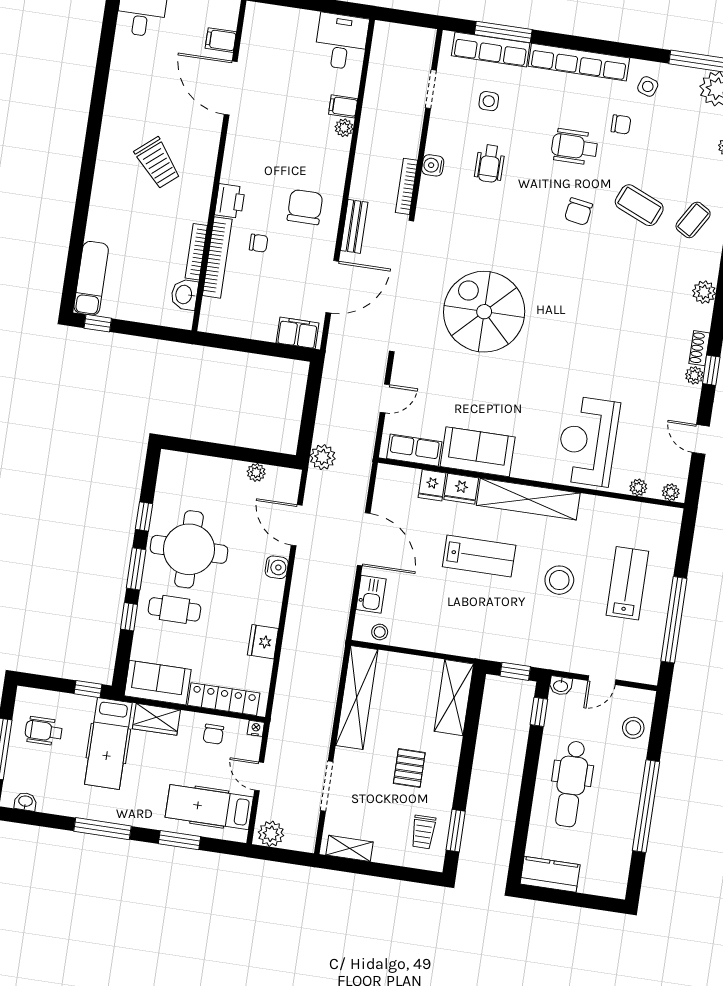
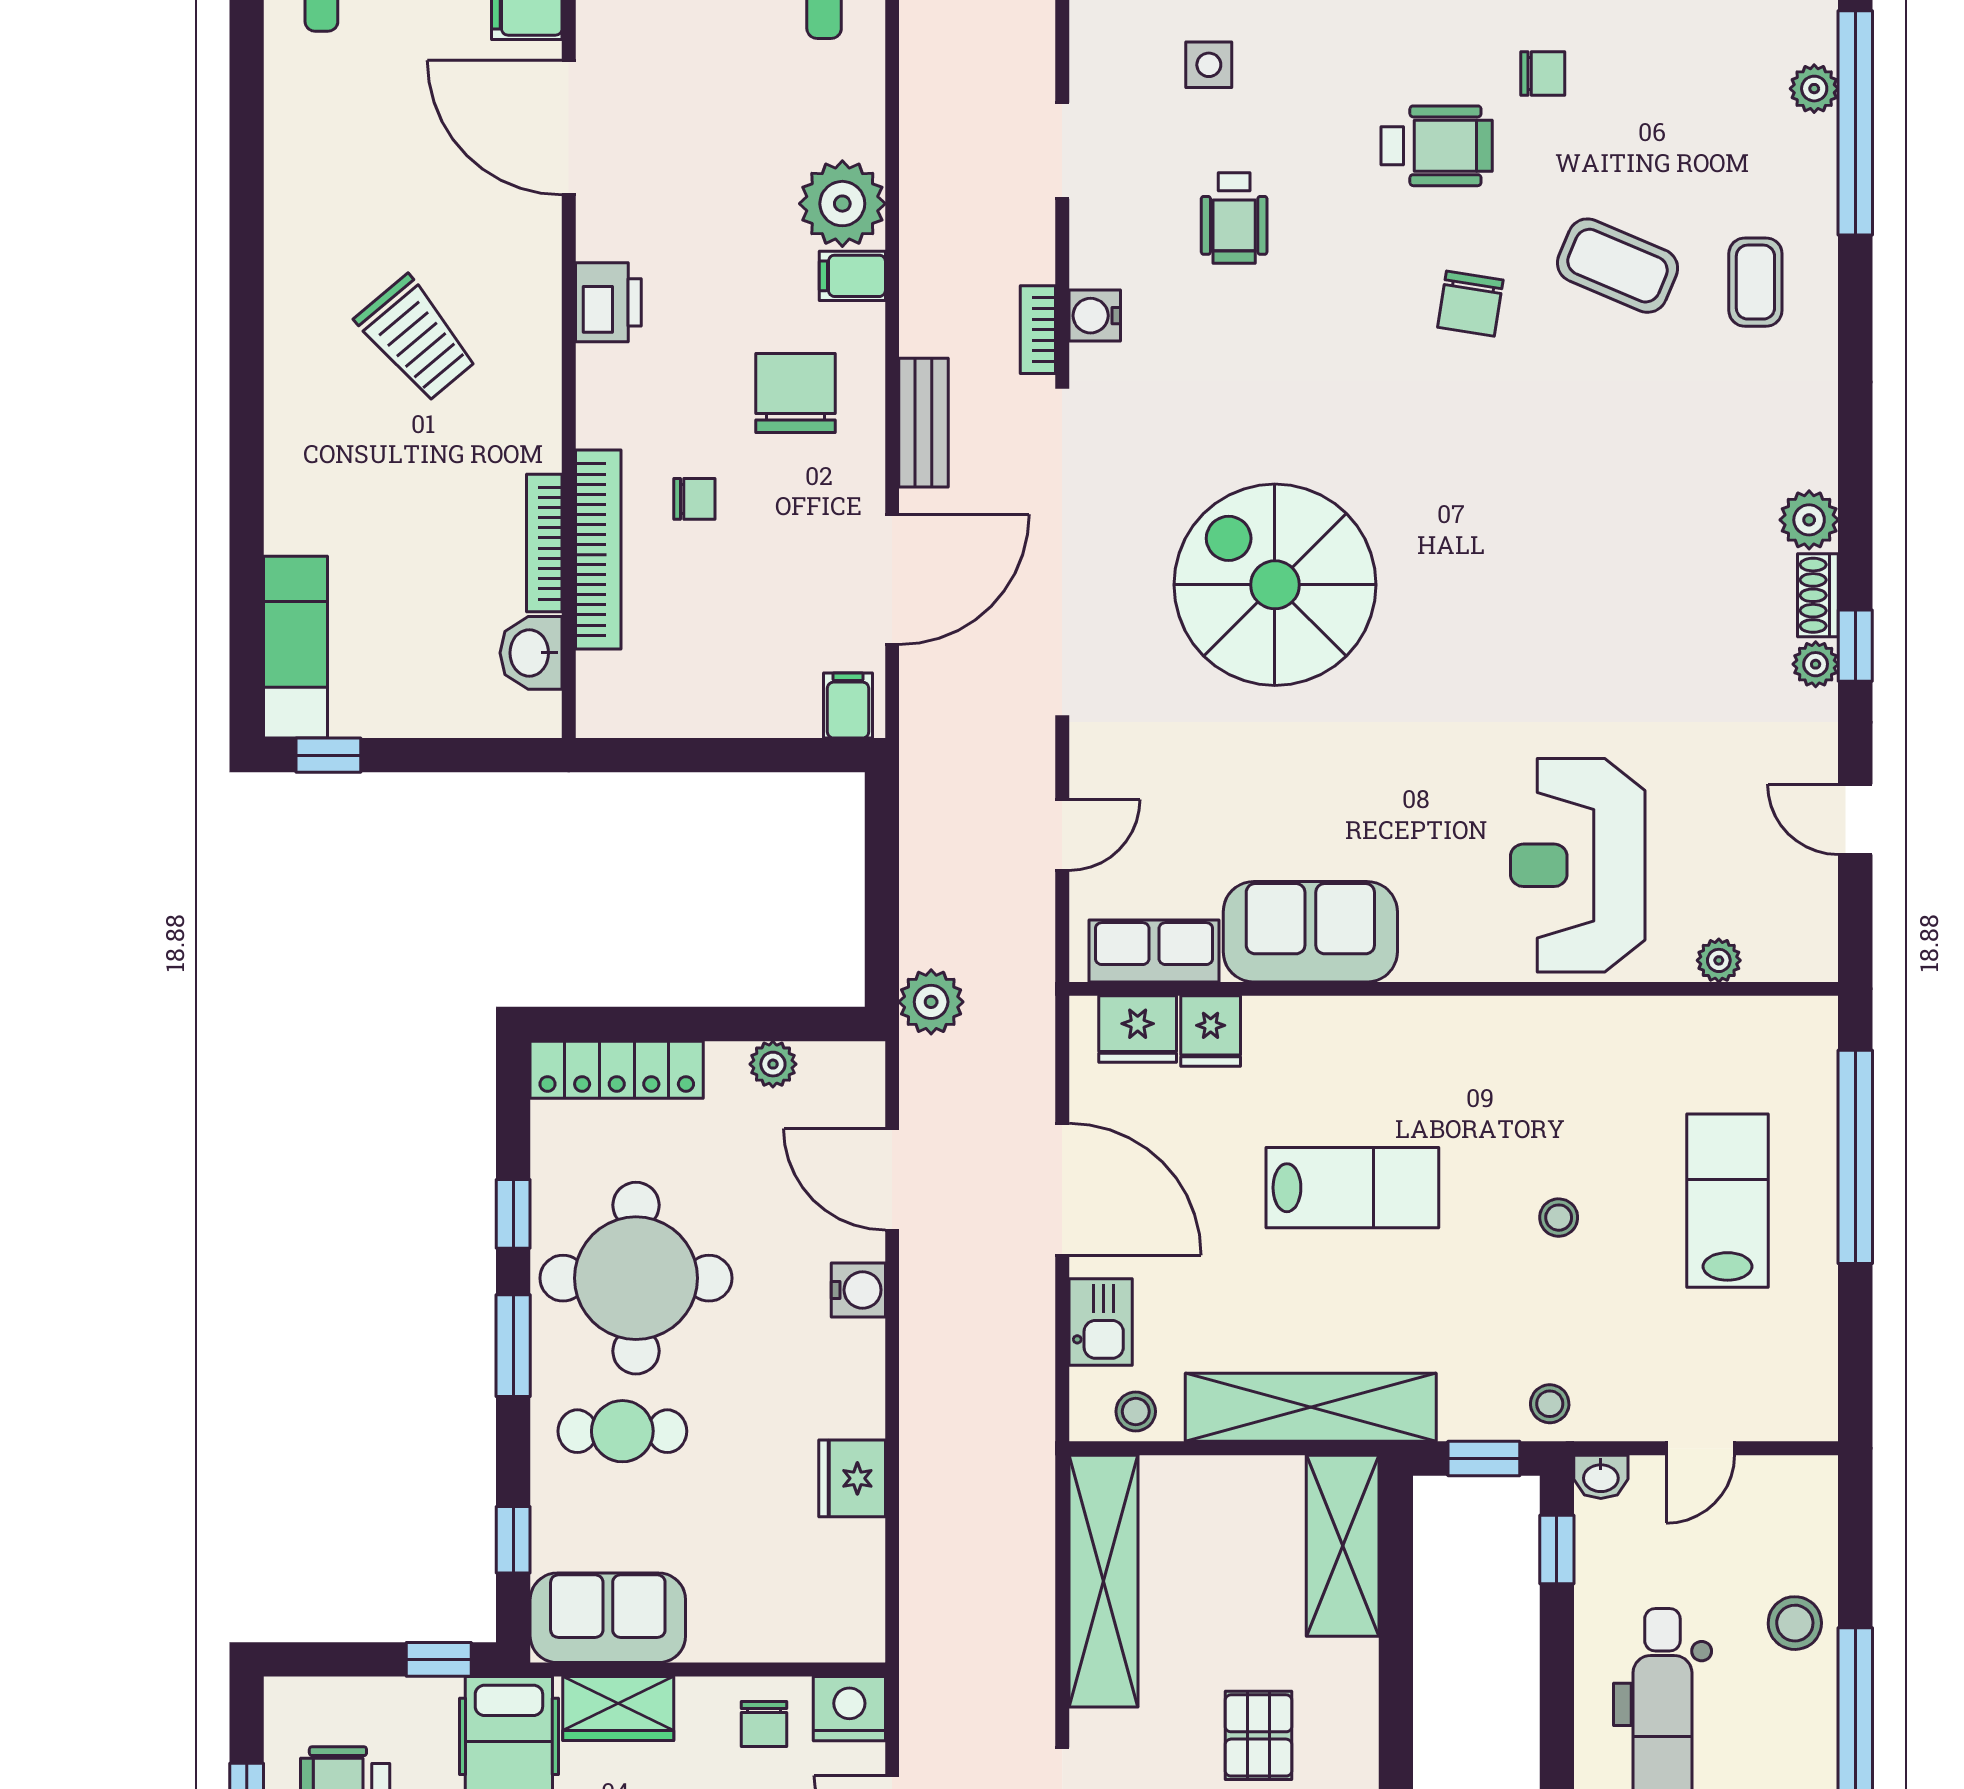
doorway: (431, 89) -> (1062, 151), moved
filing cabinet: (343, 106) -> (852, 276), moved
plant: (344, 128) -> (842, 204), width x1.88, depth x1.88
wheelchair: (574, 147) -> (1437, 146), turned 180
water cooler: (433, 165) -> (1095, 316), moved
bookcase: (407, 186) -> (1038, 330), width x0.64
printer: (230, 201) -> (608, 302), moved
coffee table: (693, 220) -> (1755, 282), turned -31
plant: (704, 292) -> (1809, 520), moved
filing cabinet: (298, 333) -> (848, 705), width x0.50
fridge: (461, 489) -> (1138, 1029), moved
plant: (671, 492) -> (1801, 960), removed
shelving: (528, 499) -> (1311, 1407), moved
stool: (559, 580) -> (1559, 1218), width x0.53, depth x0.53
window: (129, 617) -> (513, 1540), moved
window: (674, 620) -> (1855, 1157), moved
stool: (545, 654) -> (1550, 1404), added
locker: (224, 699) -> (617, 1070), moved, turned 180
nightstand: (256, 728) -> (849, 1709), width x1.89, depth x1.79
stool: (633, 728) -> (1795, 1623), moved

